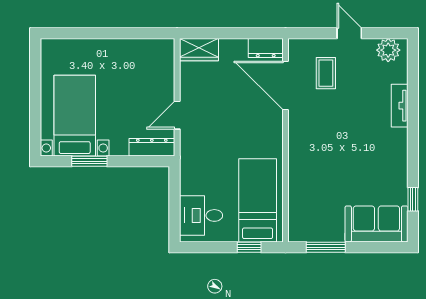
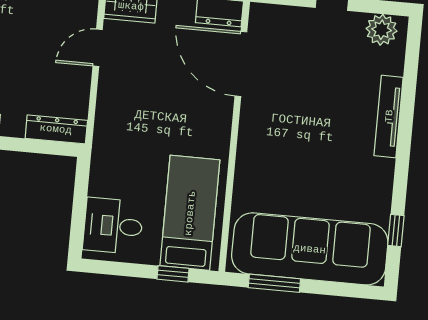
coffee table: (326, 73) -> (296, 52), removed
tv unit: (400, 106) -> (389, 116), width x1.41
door: (177, 115) -> (98, 48), moved
sofa: (376, 224) -> (310, 249), width x1.85, depth x1.27

